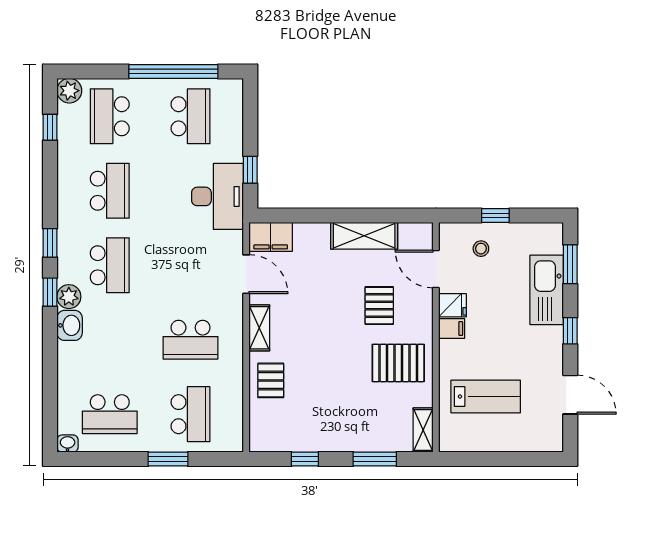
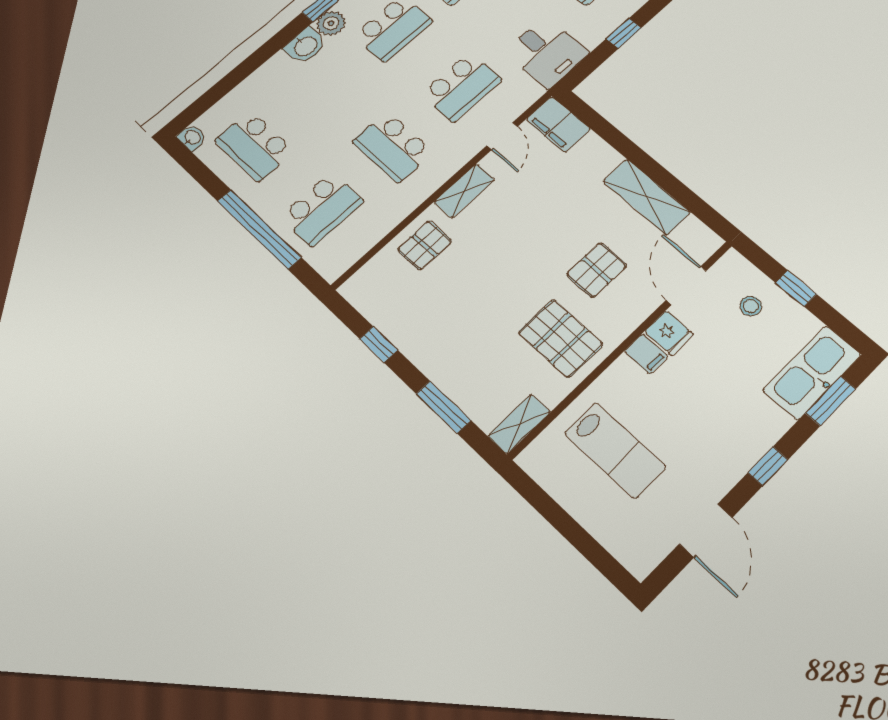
window: (250, 170) -> (624, 33), moved
desk: (217, 196) -> (547, 52), width x0.73
school desk: (191, 265) -> (461, 87), added
door: (246, 274) -> (502, 136), width x0.73
kitchen sink: (547, 290) -> (812, 372), moved
window: (168, 459) -> (259, 229), width x2.11

